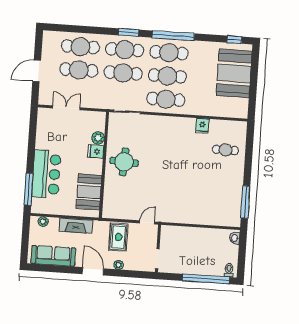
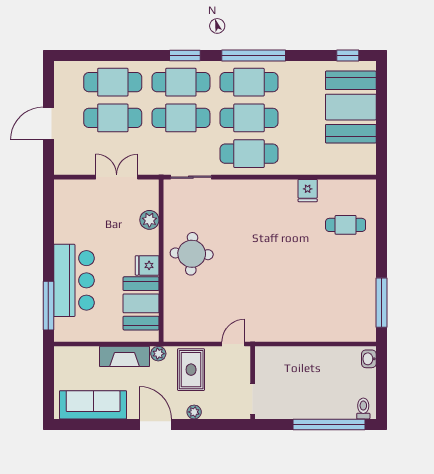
double door: (66, 108) -> (117, 177), moved
fridge: (96, 151) -> (147, 265), moved
plant: (43, 222) -> (158, 354), moved

